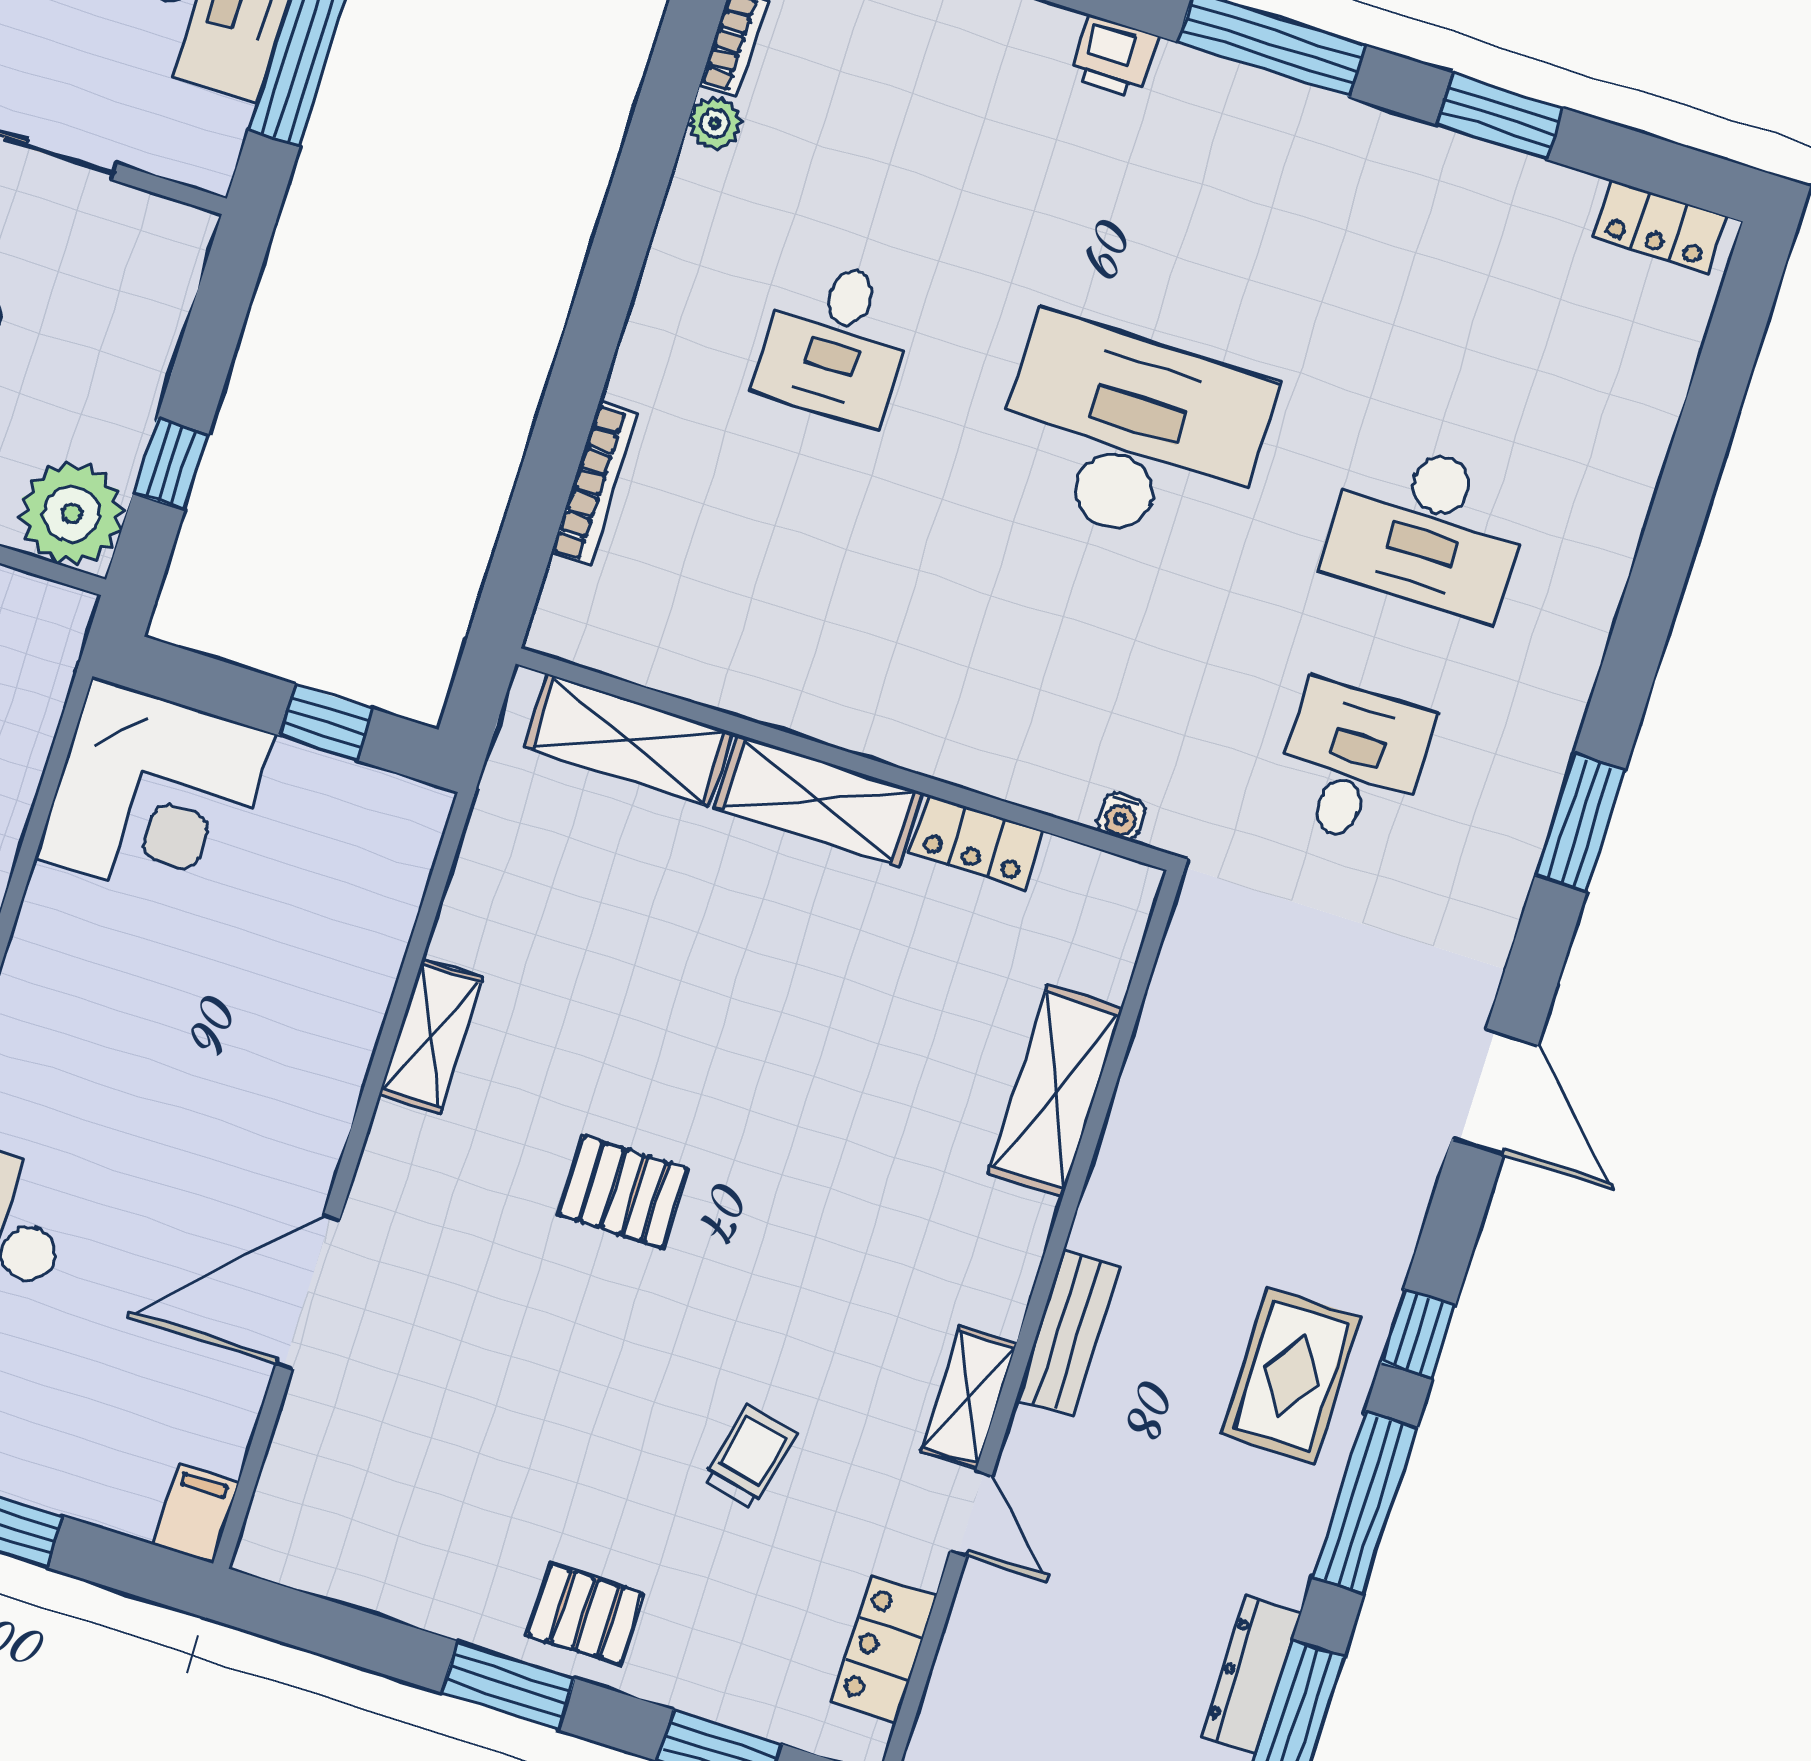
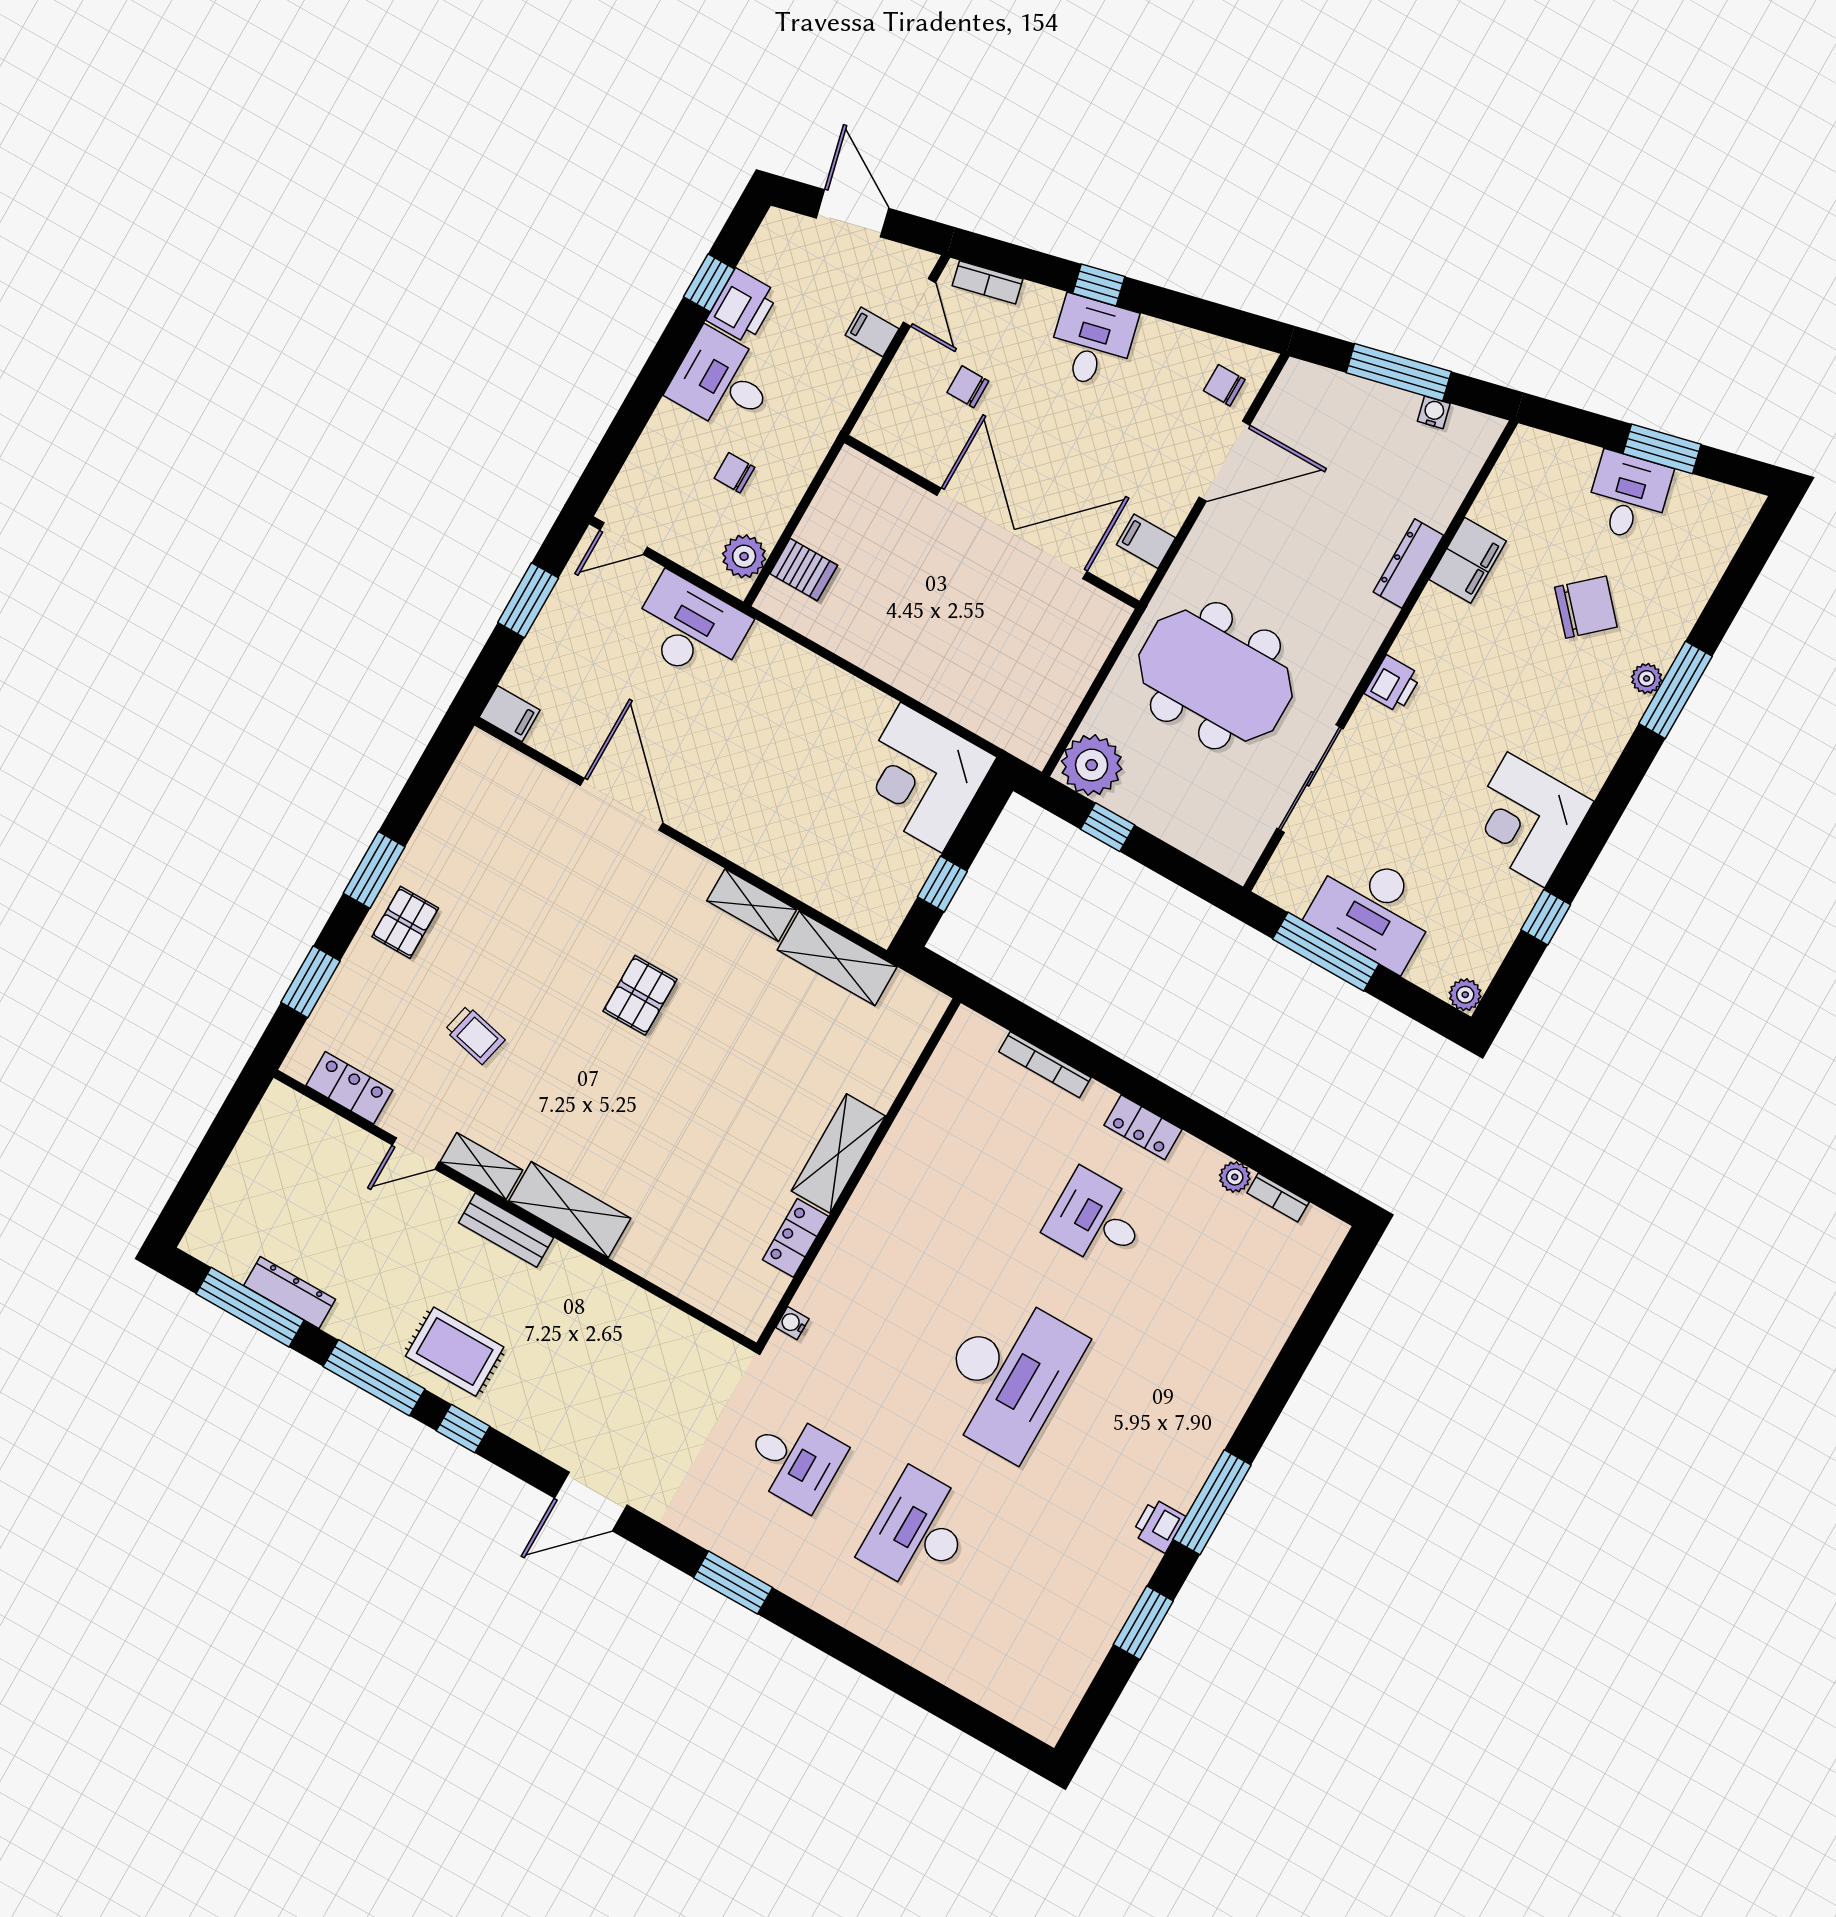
printer: (1114, 57) -> (1159, 1525), moved
locker: (1659, 227) -> (1143, 1127), moved, turned -90
shelving: (629, 740) -> (837, 958), moved, turned 90
shelving: (1055, 1091) -> (570, 1210), moved

